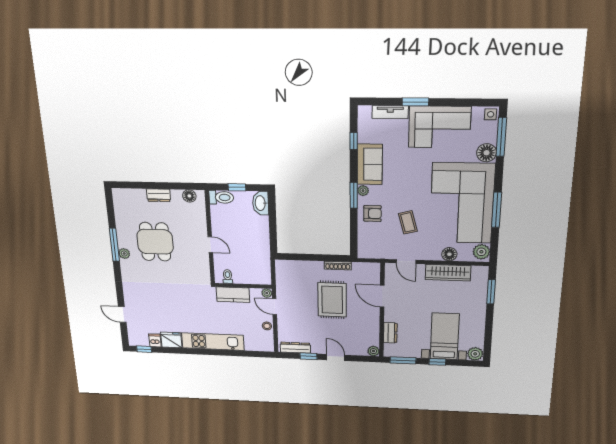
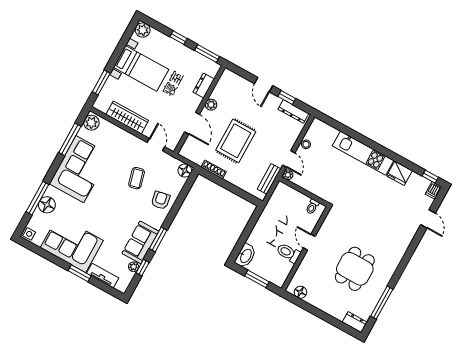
window: (501, 137) -> (37, 198), moved
window: (237, 187) -> (257, 279), width x1.50
plant: (363, 191) -> (134, 267), moved
dresser: (158, 195) -> (355, 322), moved
window: (354, 195) -> (158, 239), moved
toilet: (221, 197) -> (288, 253), moved
corner sofa: (462, 203) -> (80, 169), width x0.73, depth x0.74
window: (496, 210) -> (70, 139), moved
armchair: (372, 214) -> (161, 200), turned 80
window: (114, 245) -> (382, 303), moved
plant: (124, 254) -> (389, 272), removed
floor lamp: (449, 254) -> (185, 170), moved
bench: (281, 282) -> (269, 179), added
kitchen counter: (233, 295) -> (318, 188), removed
bed with nightstands: (445, 336) -> (141, 68), moved, turned -90
dishwasher: (155, 340) -> (433, 190), moved
plant: (373, 351) -> (211, 105), moved

